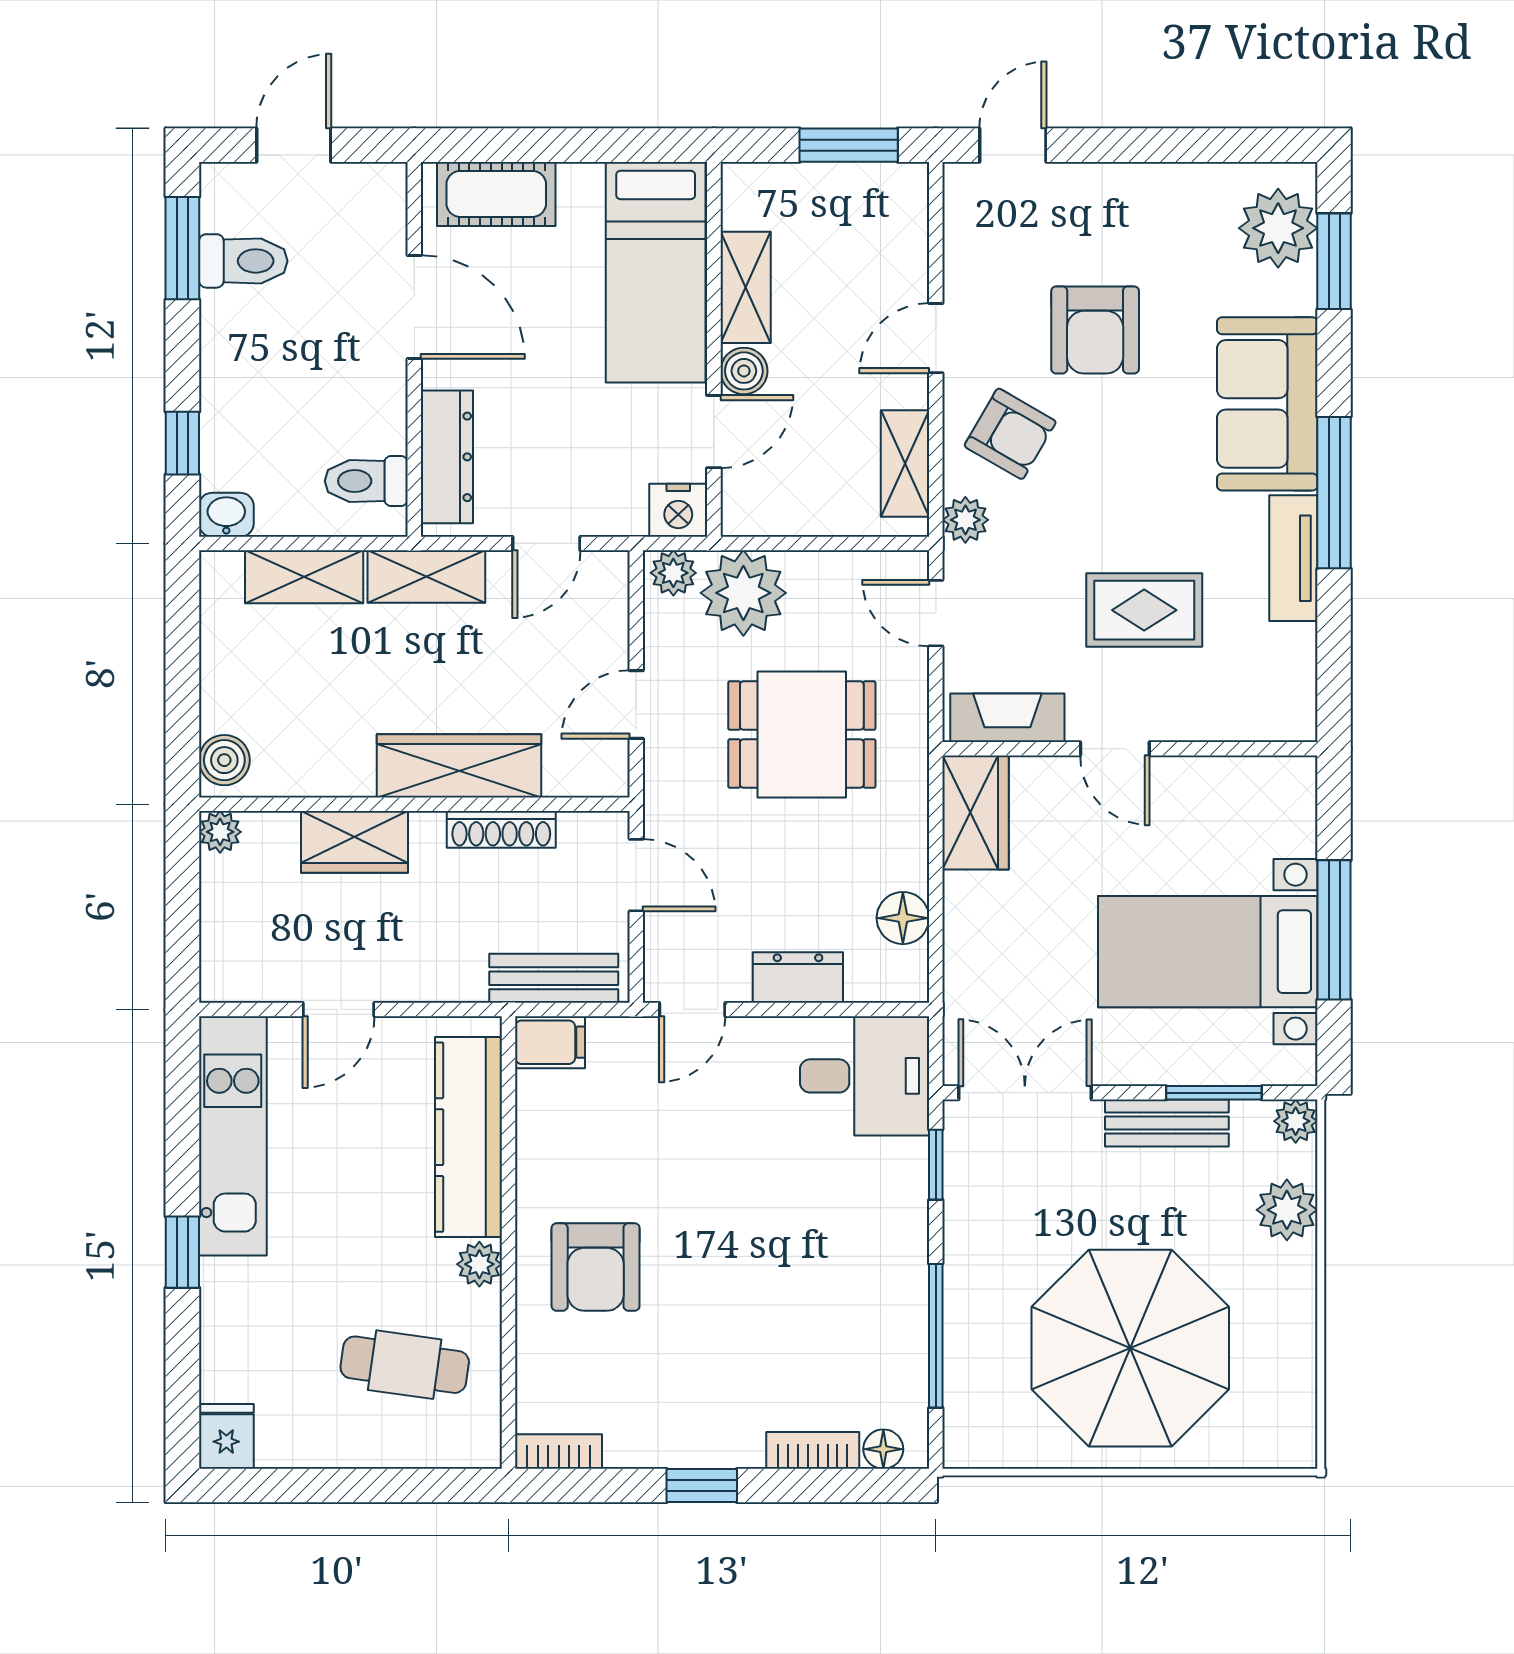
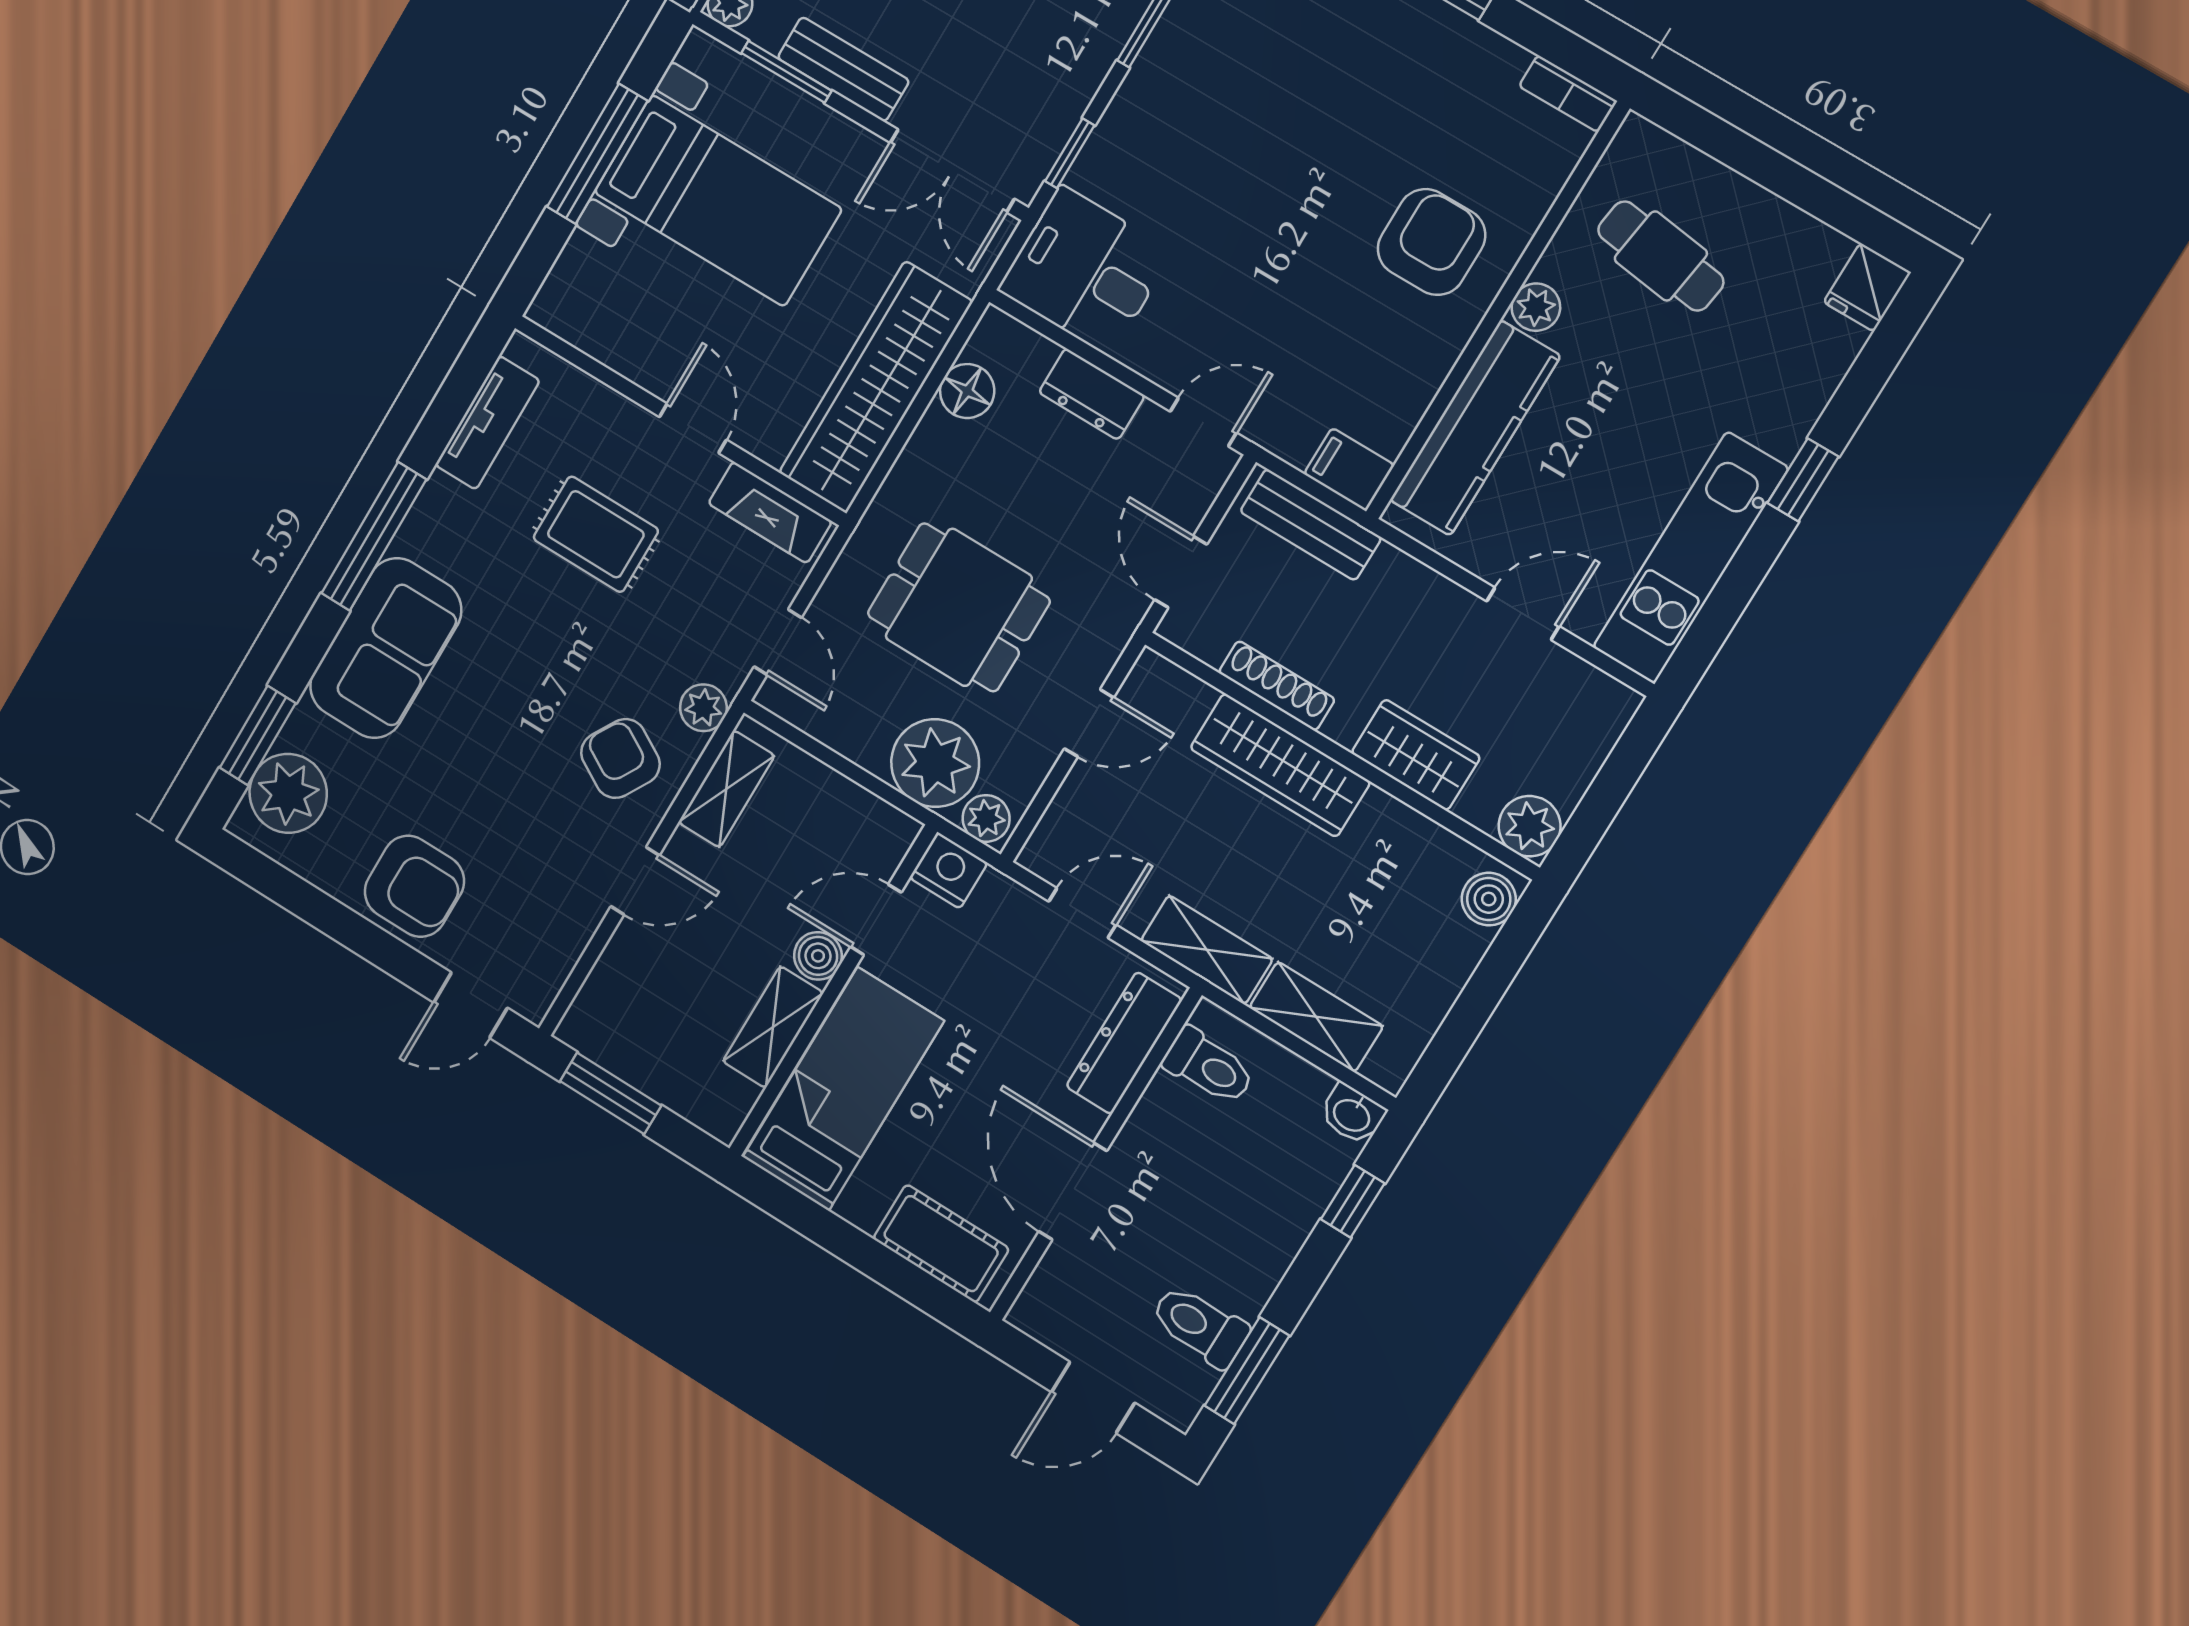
armchair: (1095, 330) -> (414, 886), moved, turned 90
tv unit: (1293, 558) -> (487, 423), moved
wardrobe: (976, 813) -> (876, 387), width x2.10, depth x1.17
plant: (220, 832) -> (1530, 826), width x1.38, depth x1.38

